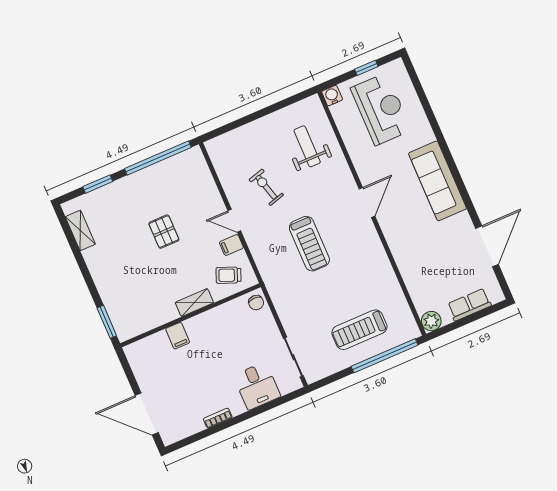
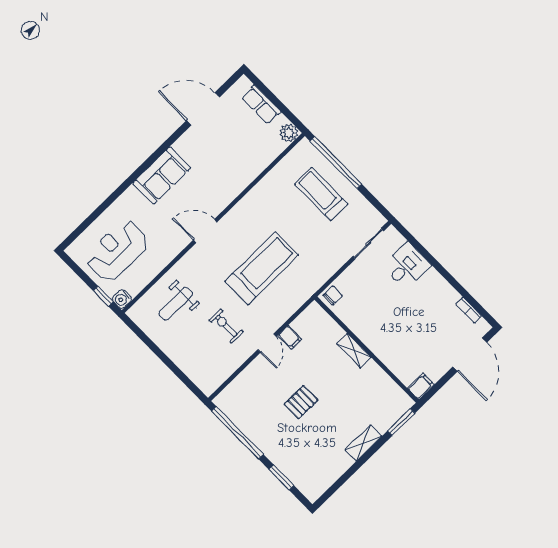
window: (366, 68) -> (103, 296), moved
sofa: (438, 181) -> (162, 176), width x0.73
exercise bike: (266, 187) -> (226, 326), turned 106
shelving: (80, 230) -> (363, 443), moved
treadmill: (309, 244) -> (262, 268), width x1.37, depth x1.38
trolley: (228, 275) -> (318, 330), removed
treadmill: (359, 330) -> (321, 194), turned 180
filing cabinet: (178, 336) -> (421, 386), moved
bookcase: (218, 418) -> (469, 310), moved

